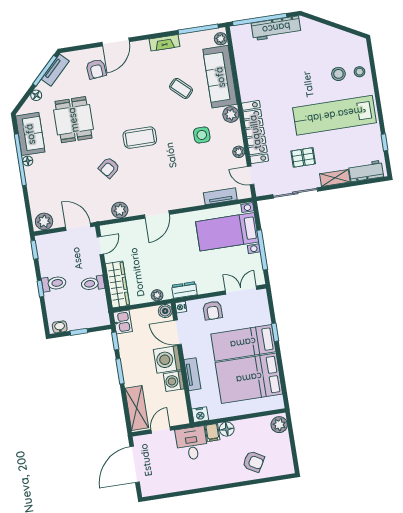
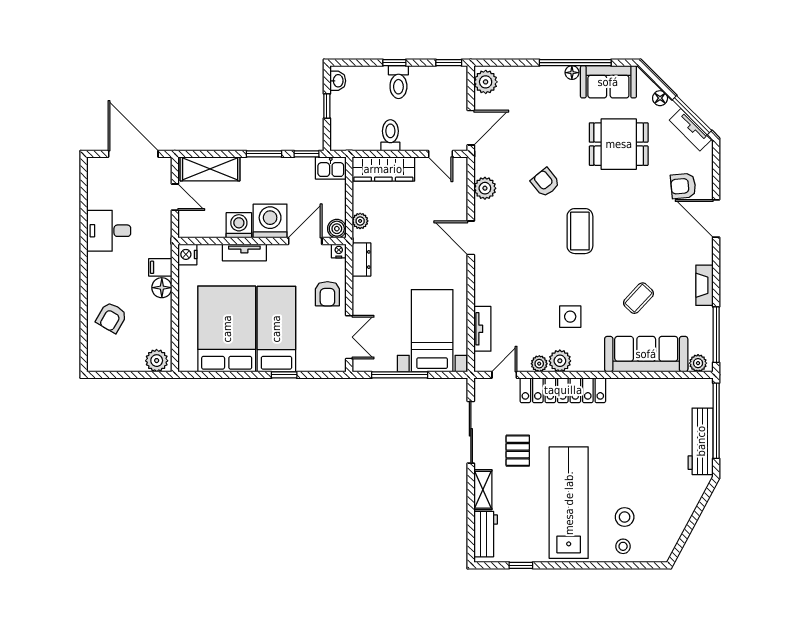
plant: (231, 114) -> (560, 361), moved
armchair: (213, 310) -> (327, 294), turned -90
desk: (192, 443) -> (109, 231), moved, turned 180

